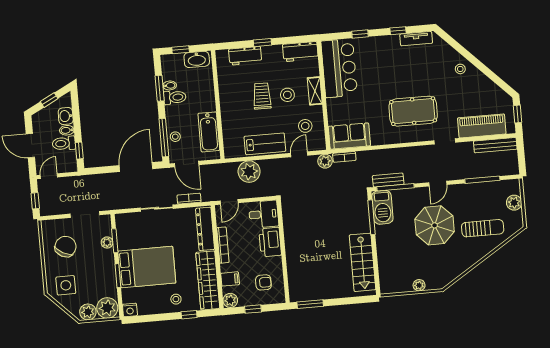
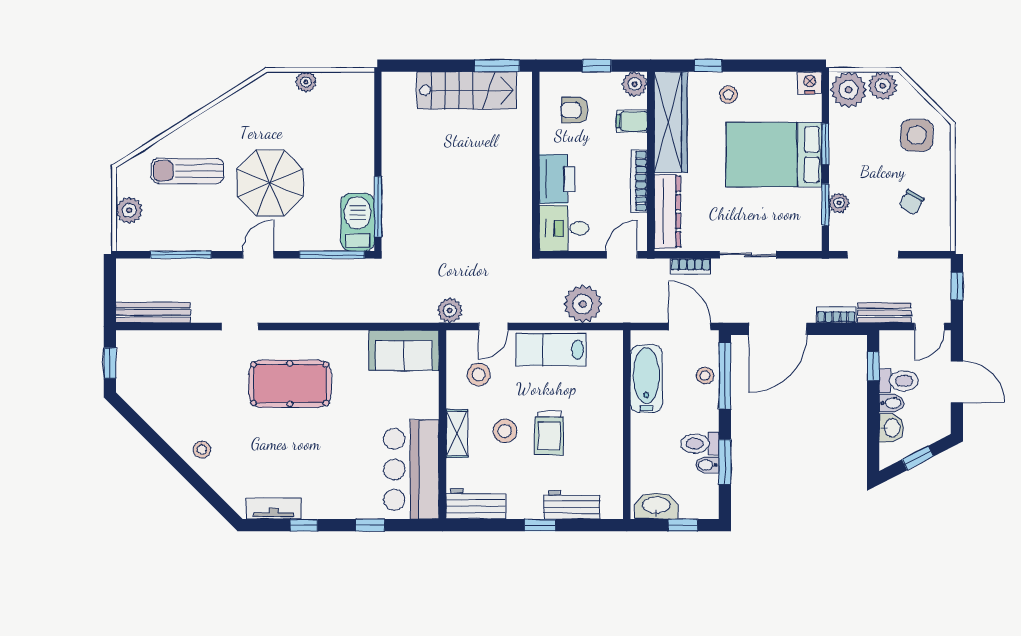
piano: (482, 126) -> (173, 348), removed
bookcase: (344, 157) -> (836, 315), moved
bench: (388, 180) -> (884, 313), moved
chair: (66, 247) -> (911, 202), width x0.54, depth x0.54
stairs: (363, 262) -> (467, 90), moved, turned 90

